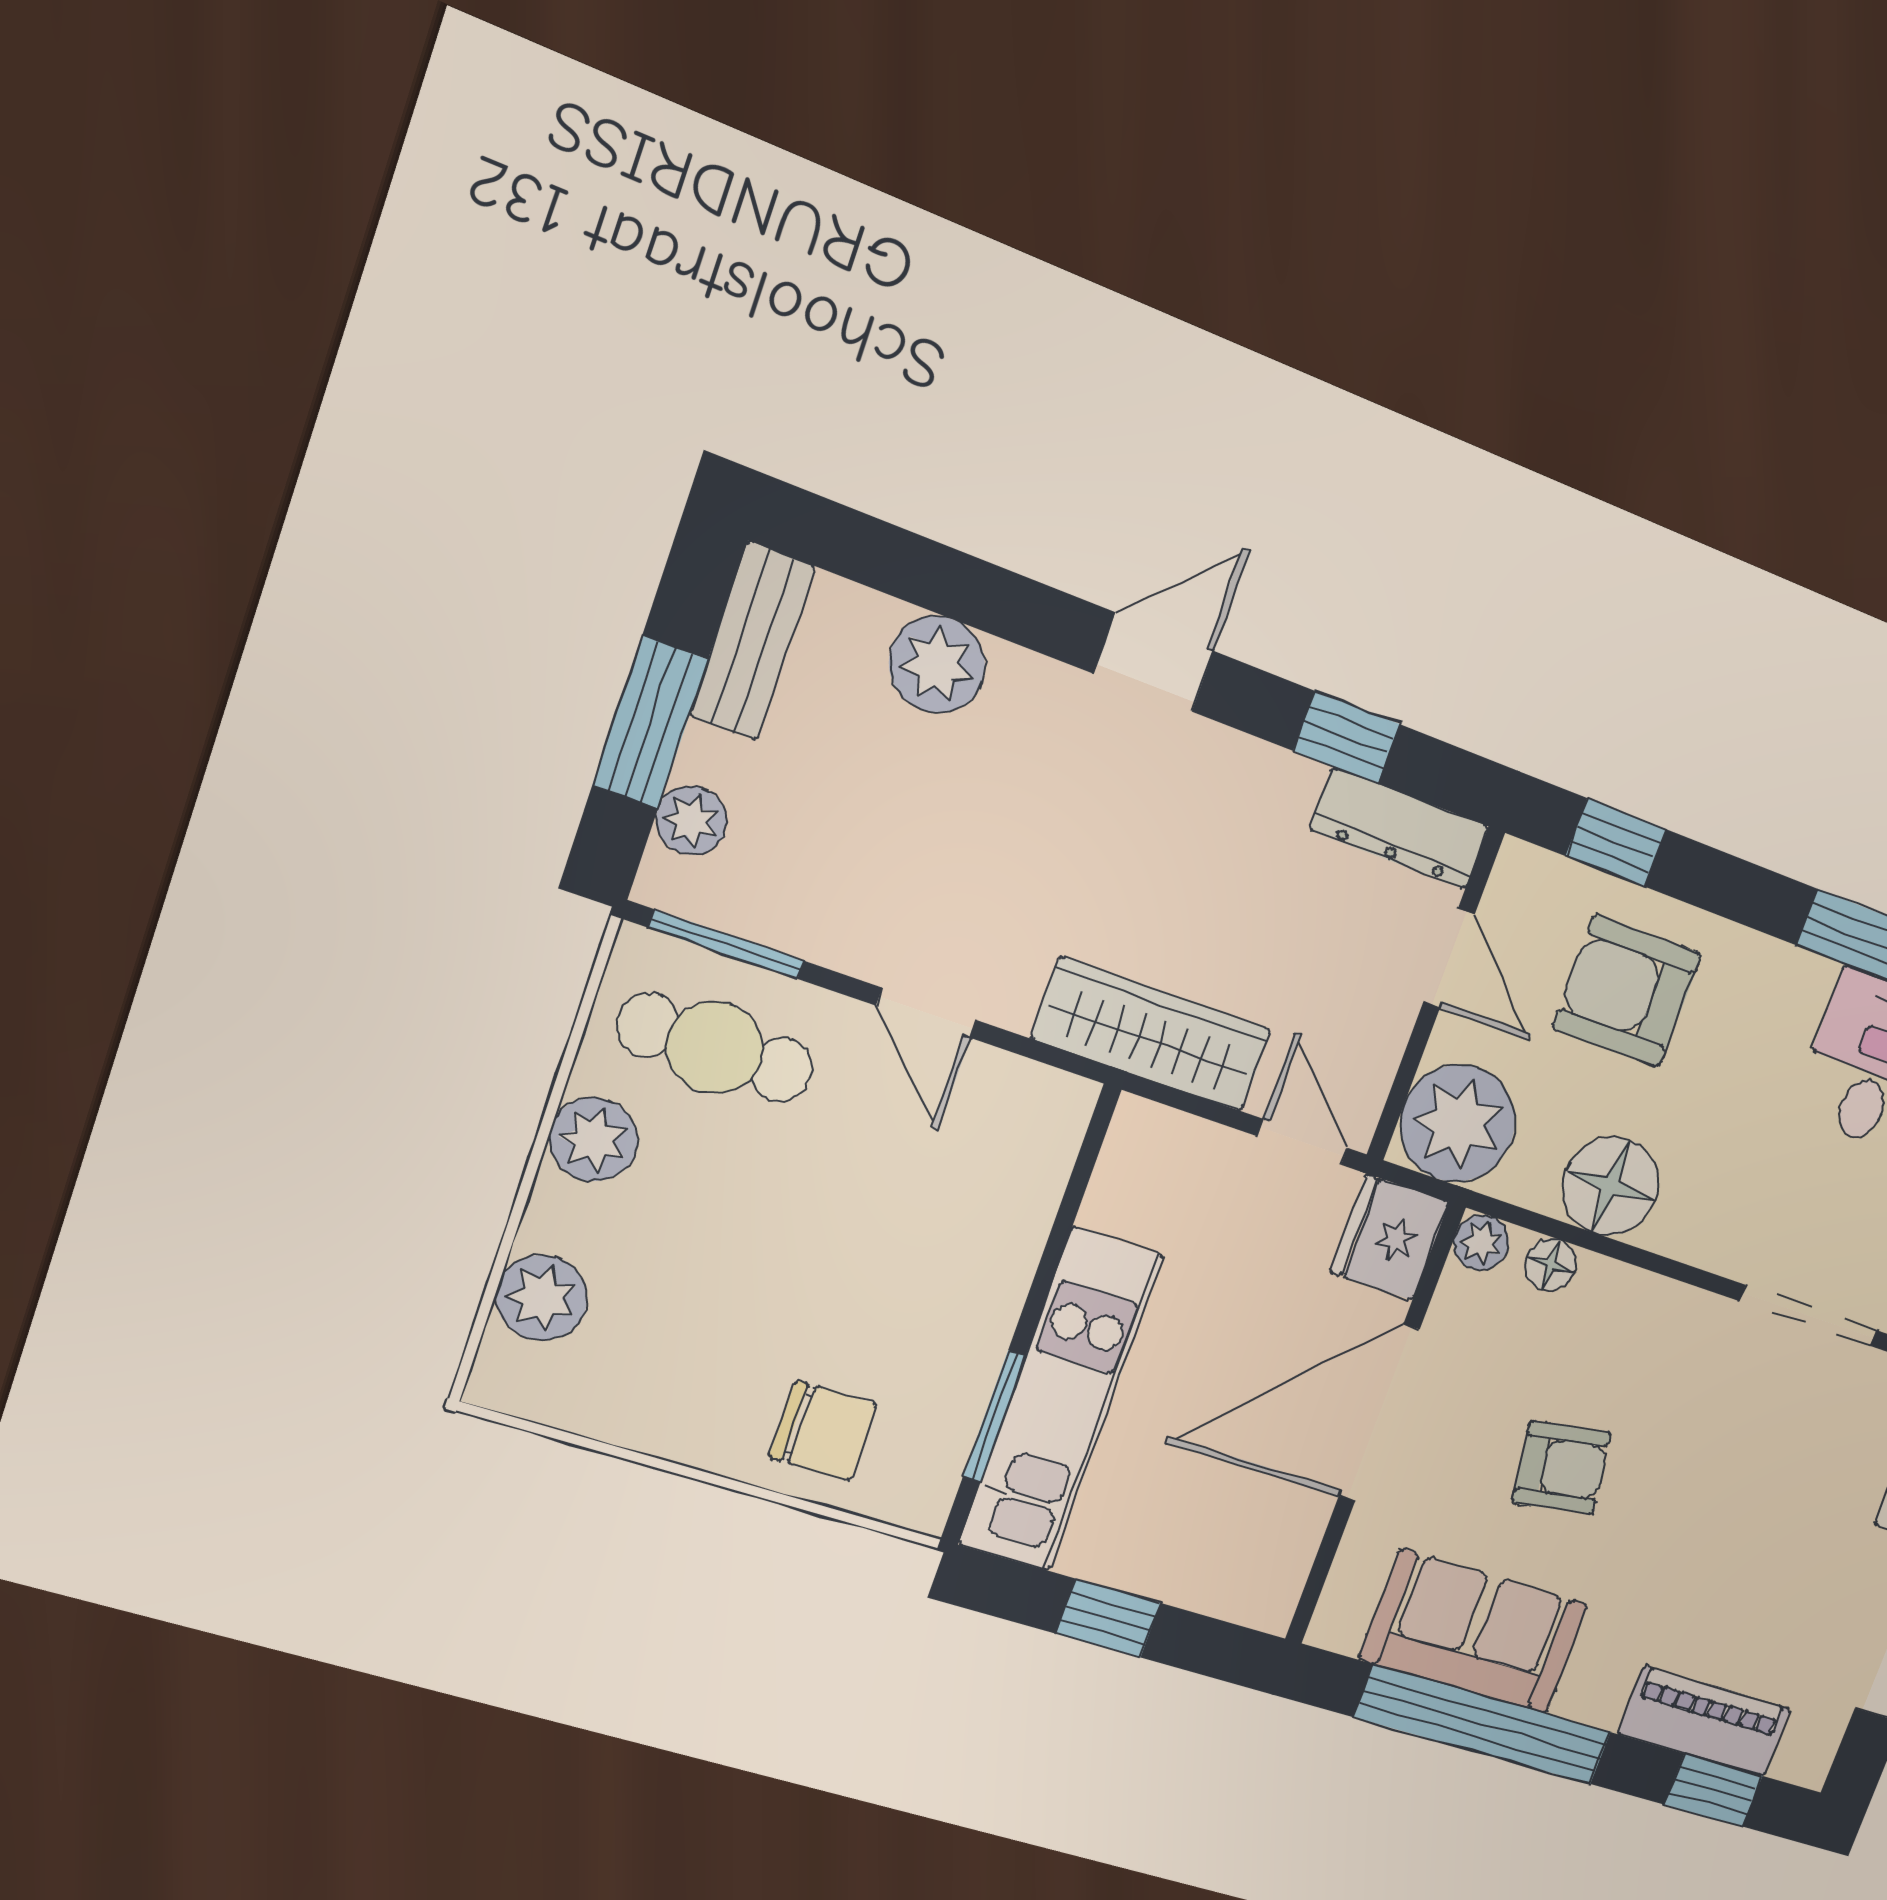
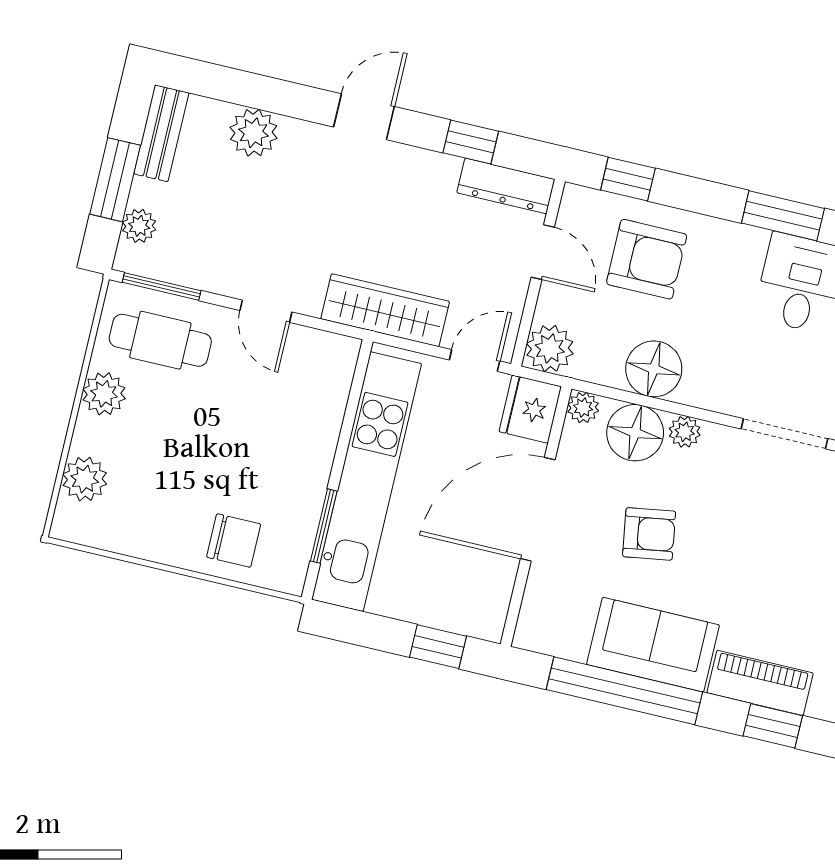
armchair: (1627, 991) -> (647, 259), turned 180
plant: (1458, 1123) -> (550, 349), width x0.73, depth x0.73
door: (1302, 1142) -> (475, 361), hinge flipped
floor lamp: (1551, 1265) -> (635, 433), width x1.89, depth x1.89
plant: (1646, 1299) -> (685, 432), added
kitchen unit: (1061, 1400) -> (367, 482), width x1.36
window: (1108, 1618) -> (438, 647), moved
sofa: (1474, 1632) -> (653, 645), moved

